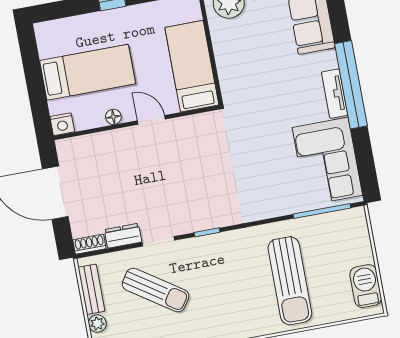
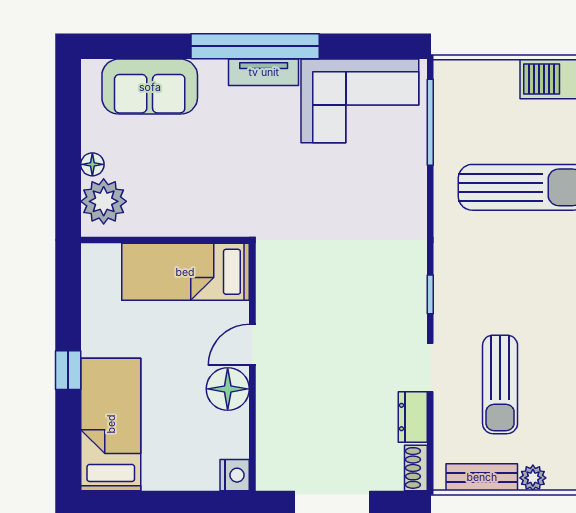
bed: (88, 72) -> (111, 424), moved
floor lamp: (113, 117) -> (228, 389), width x1.89, depth x1.89
sun lounger: (156, 290) -> (500, 384), turned 146

